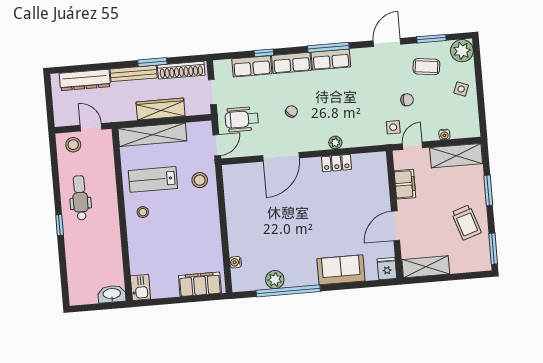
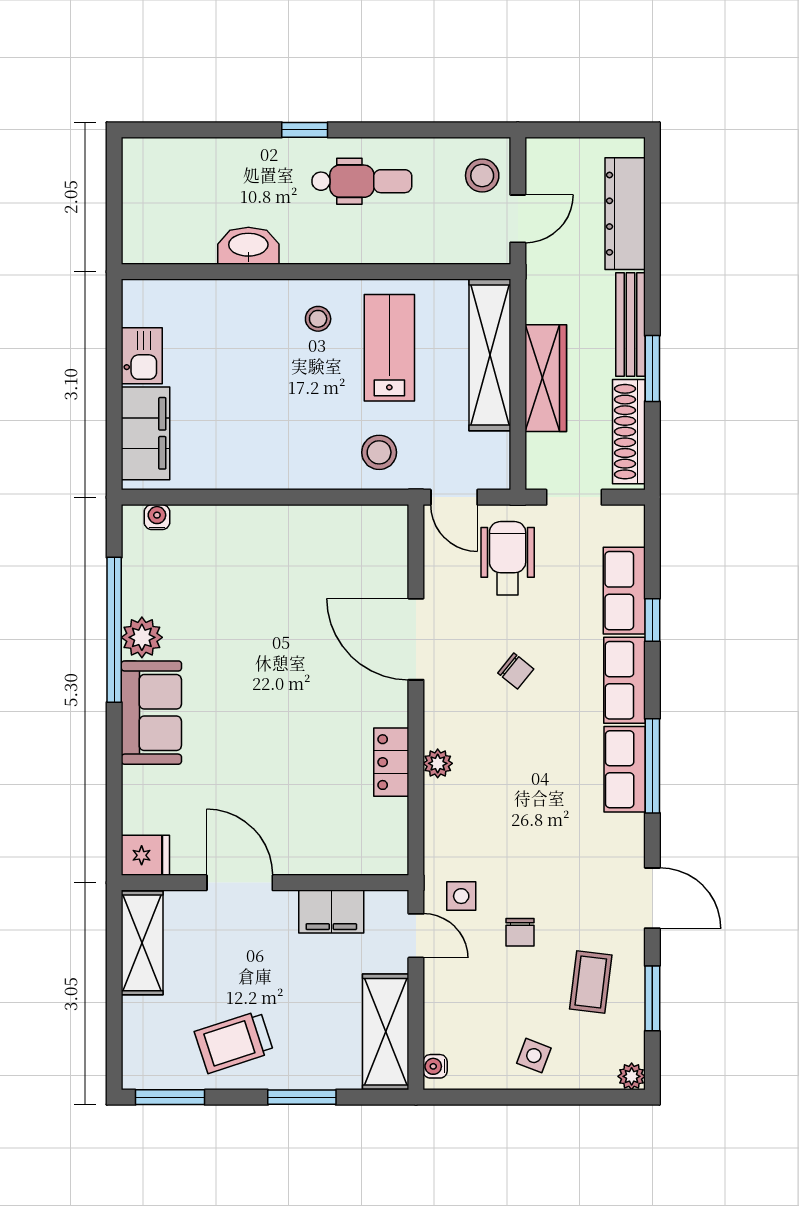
plant: (462, 51) -> (632, 1076), width x0.53, depth x0.53
water cooler: (444, 135) -> (435, 1066), moved
water cooler: (235, 262) -> (157, 517), moved
sofa: (341, 270) -> (151, 713), moved
plant: (275, 280) -> (142, 637), moved
kitchen sink: (140, 287) -> (142, 356), moved, turned -90
washbasin: (112, 294) -> (248, 246), moved, turned -90

